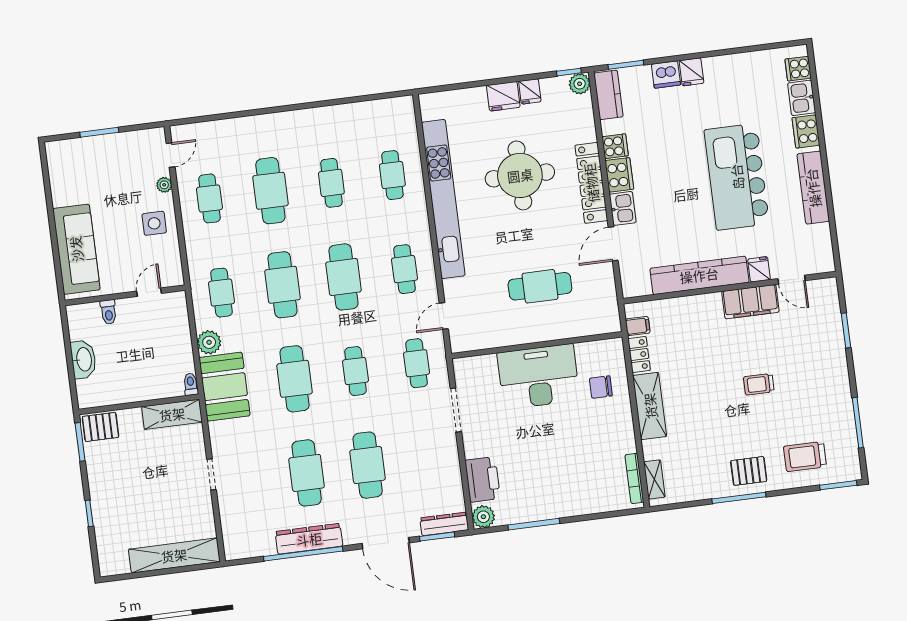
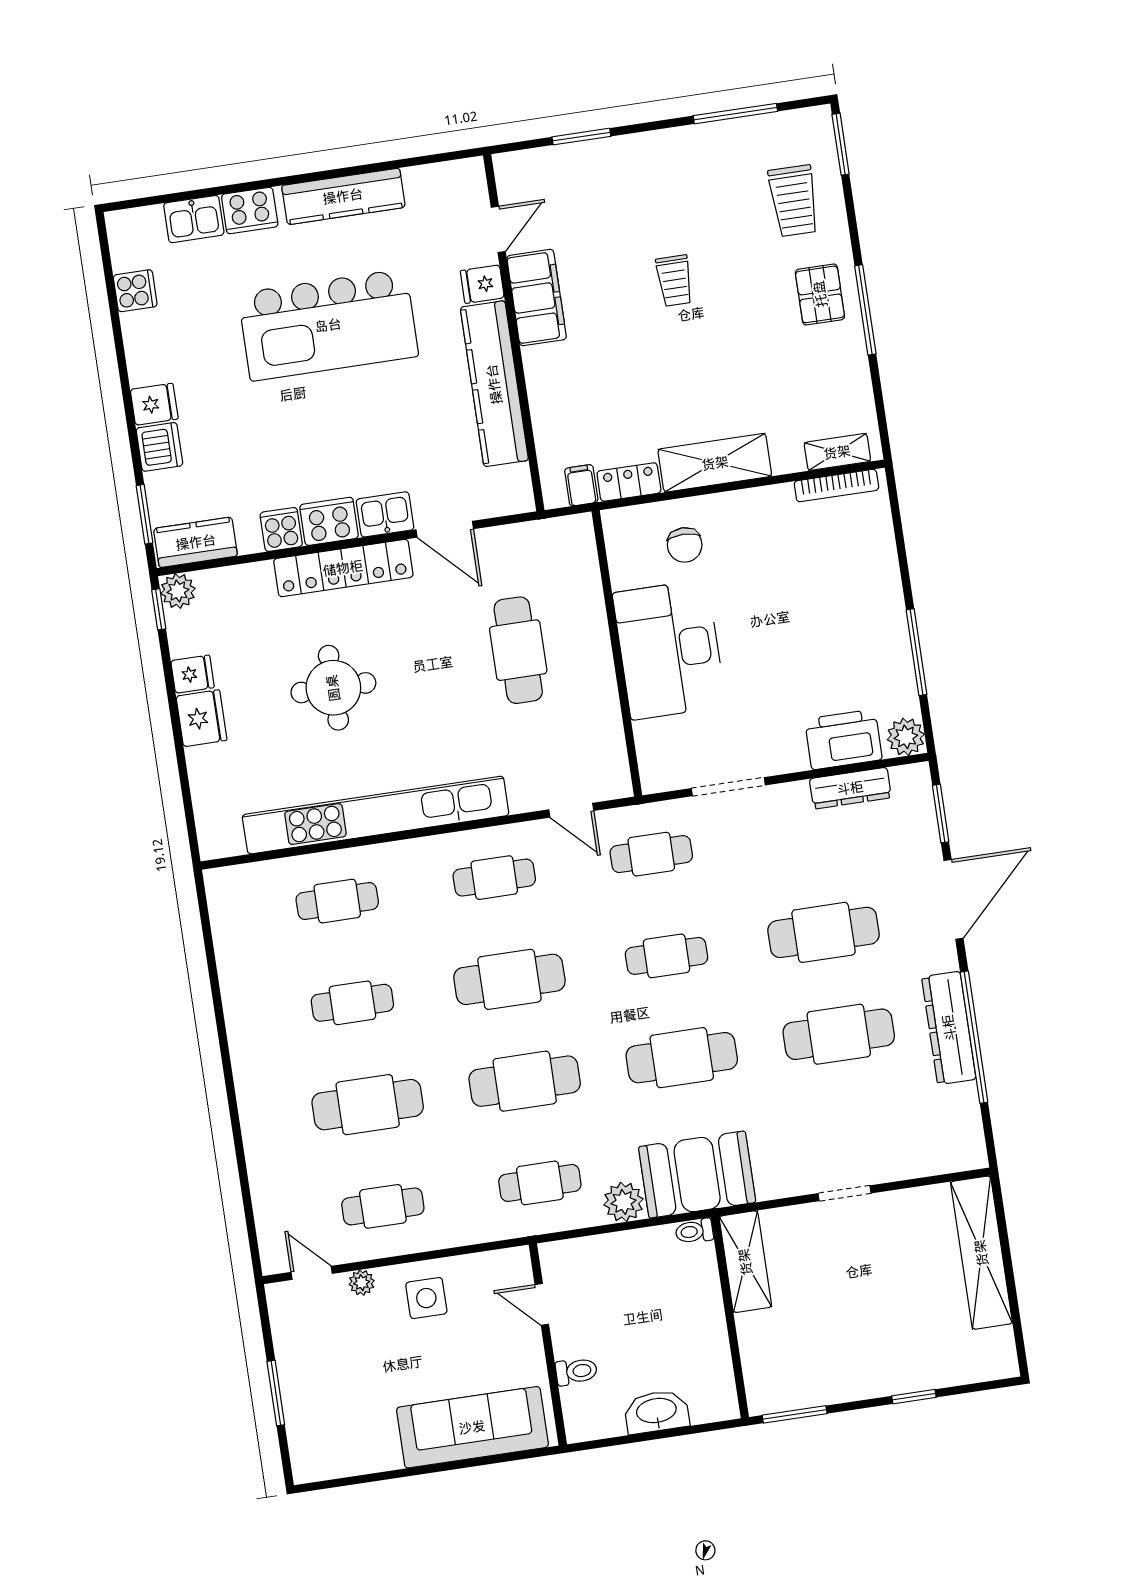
cooker: (798, 69) -> (135, 291), moved, turned -90
round table: (520, 175) -> (333, 688), width x0.73, depth x0.73
pallet: (101, 427) -> (769, 1381), removed
dresser: (444, 524) -> (850, 788), moved, turned -90

